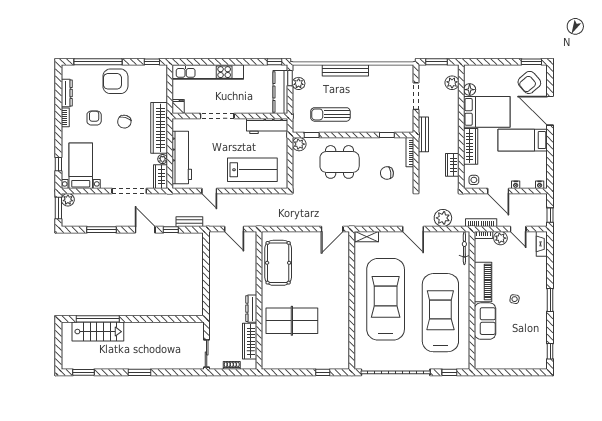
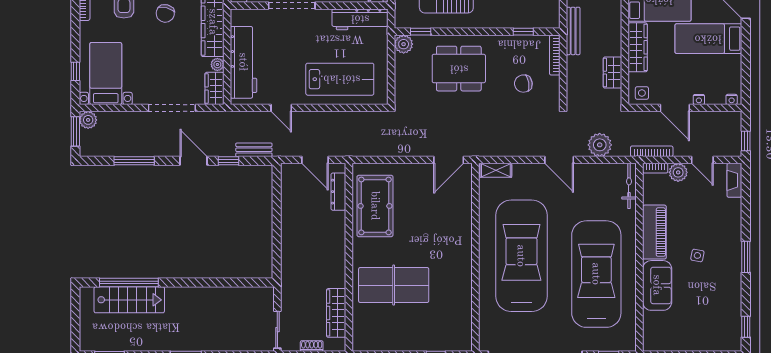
dresser: (251, 309) -> (338, 192), moved

